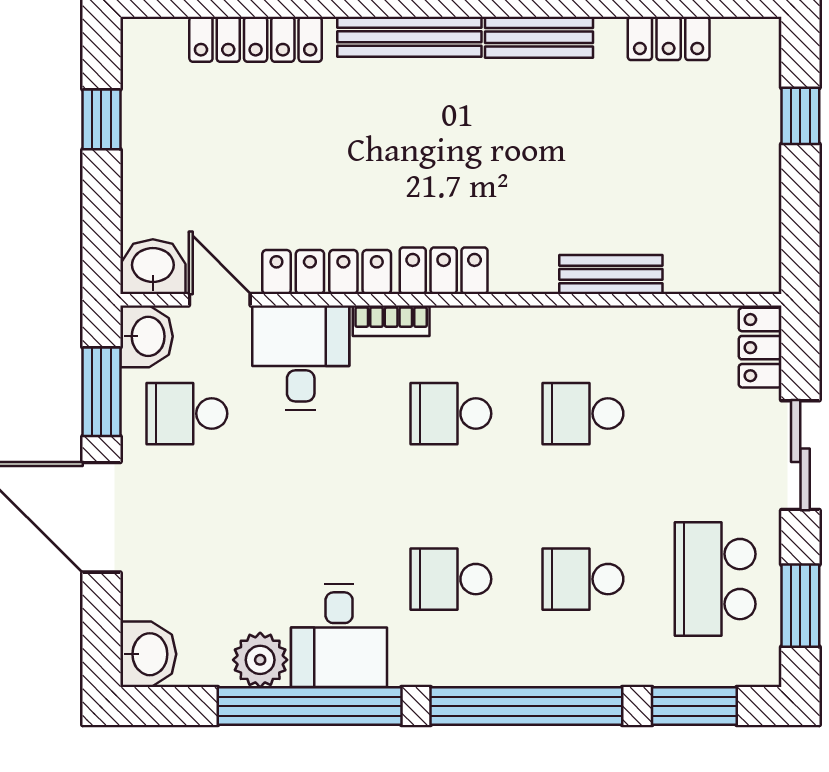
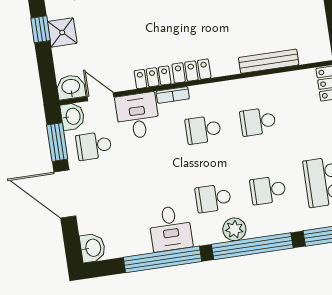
shower: (152, 134) -> (62, 32), added
locker: (327, 272) -> (153, 77), width x0.66
bench: (611, 274) -> (269, 61), width x1.36
plant: (260, 660) -> (234, 229), moved

